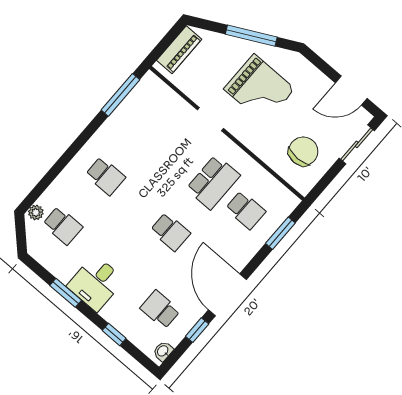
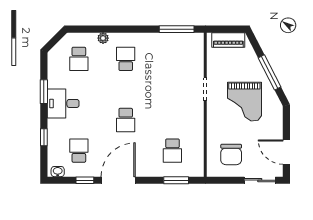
chair: (303, 151) -> (231, 154), turned 90
school desk: (105, 176) -> (126, 59), turned 180
school desk: (213, 182) -> (172, 120), removed
plant: (36, 212) -> (103, 38), moved

